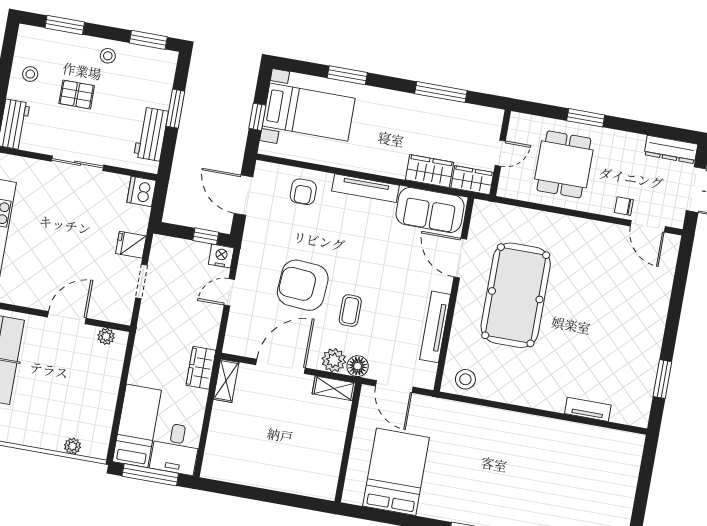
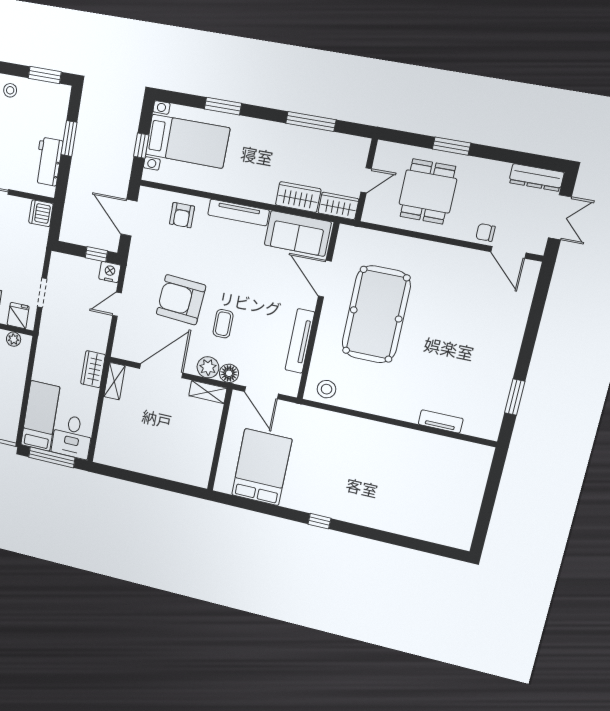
fridge: (131, 245) -> (18, 316), moved, turned 90

